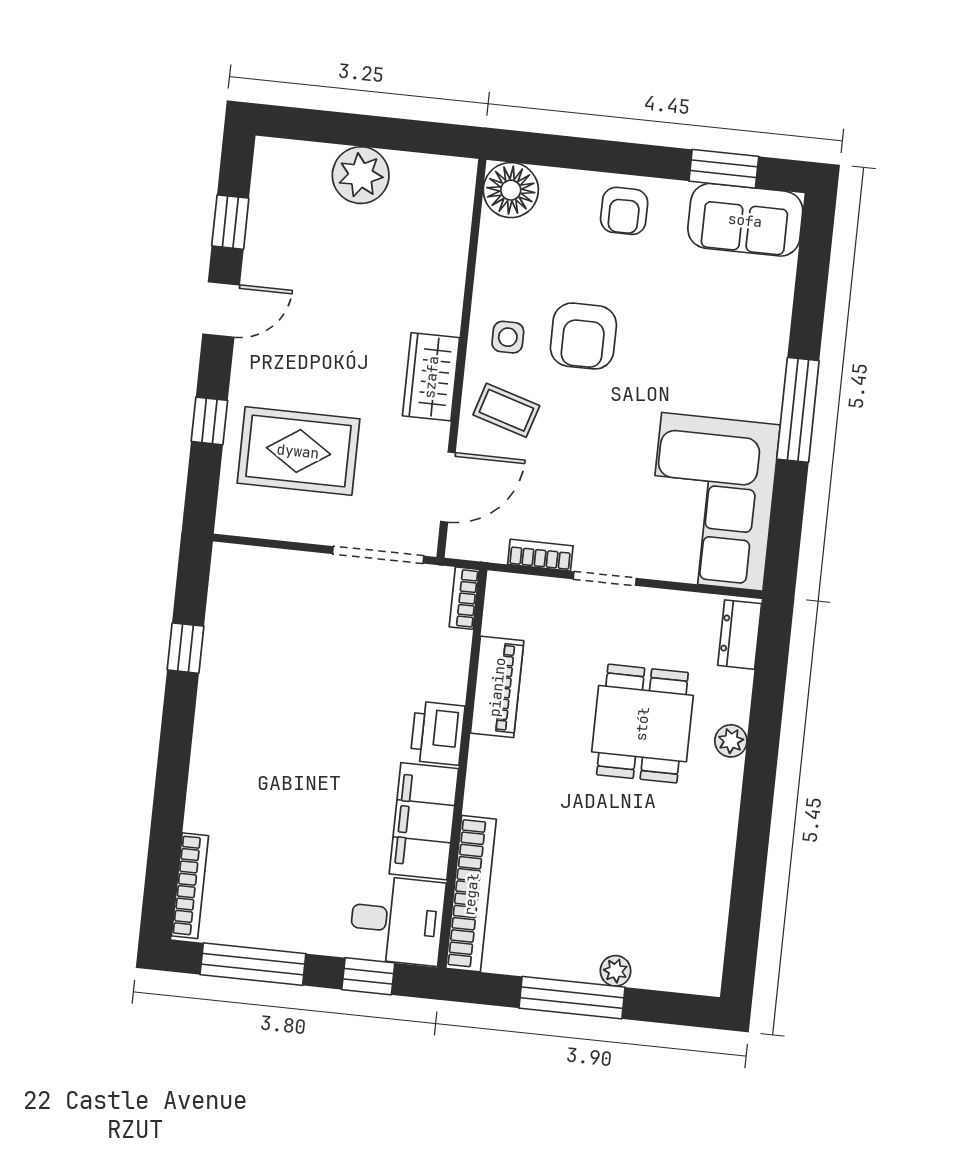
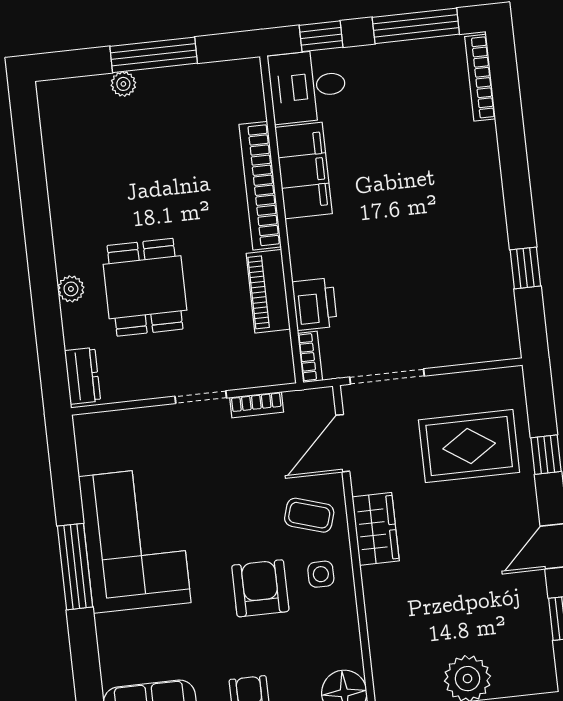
corner sofa: (712, 502) -> (135, 540), moved
printer: (437, 733) -> (315, 304), moved
bookcase: (471, 894) -> (260, 186), moved

